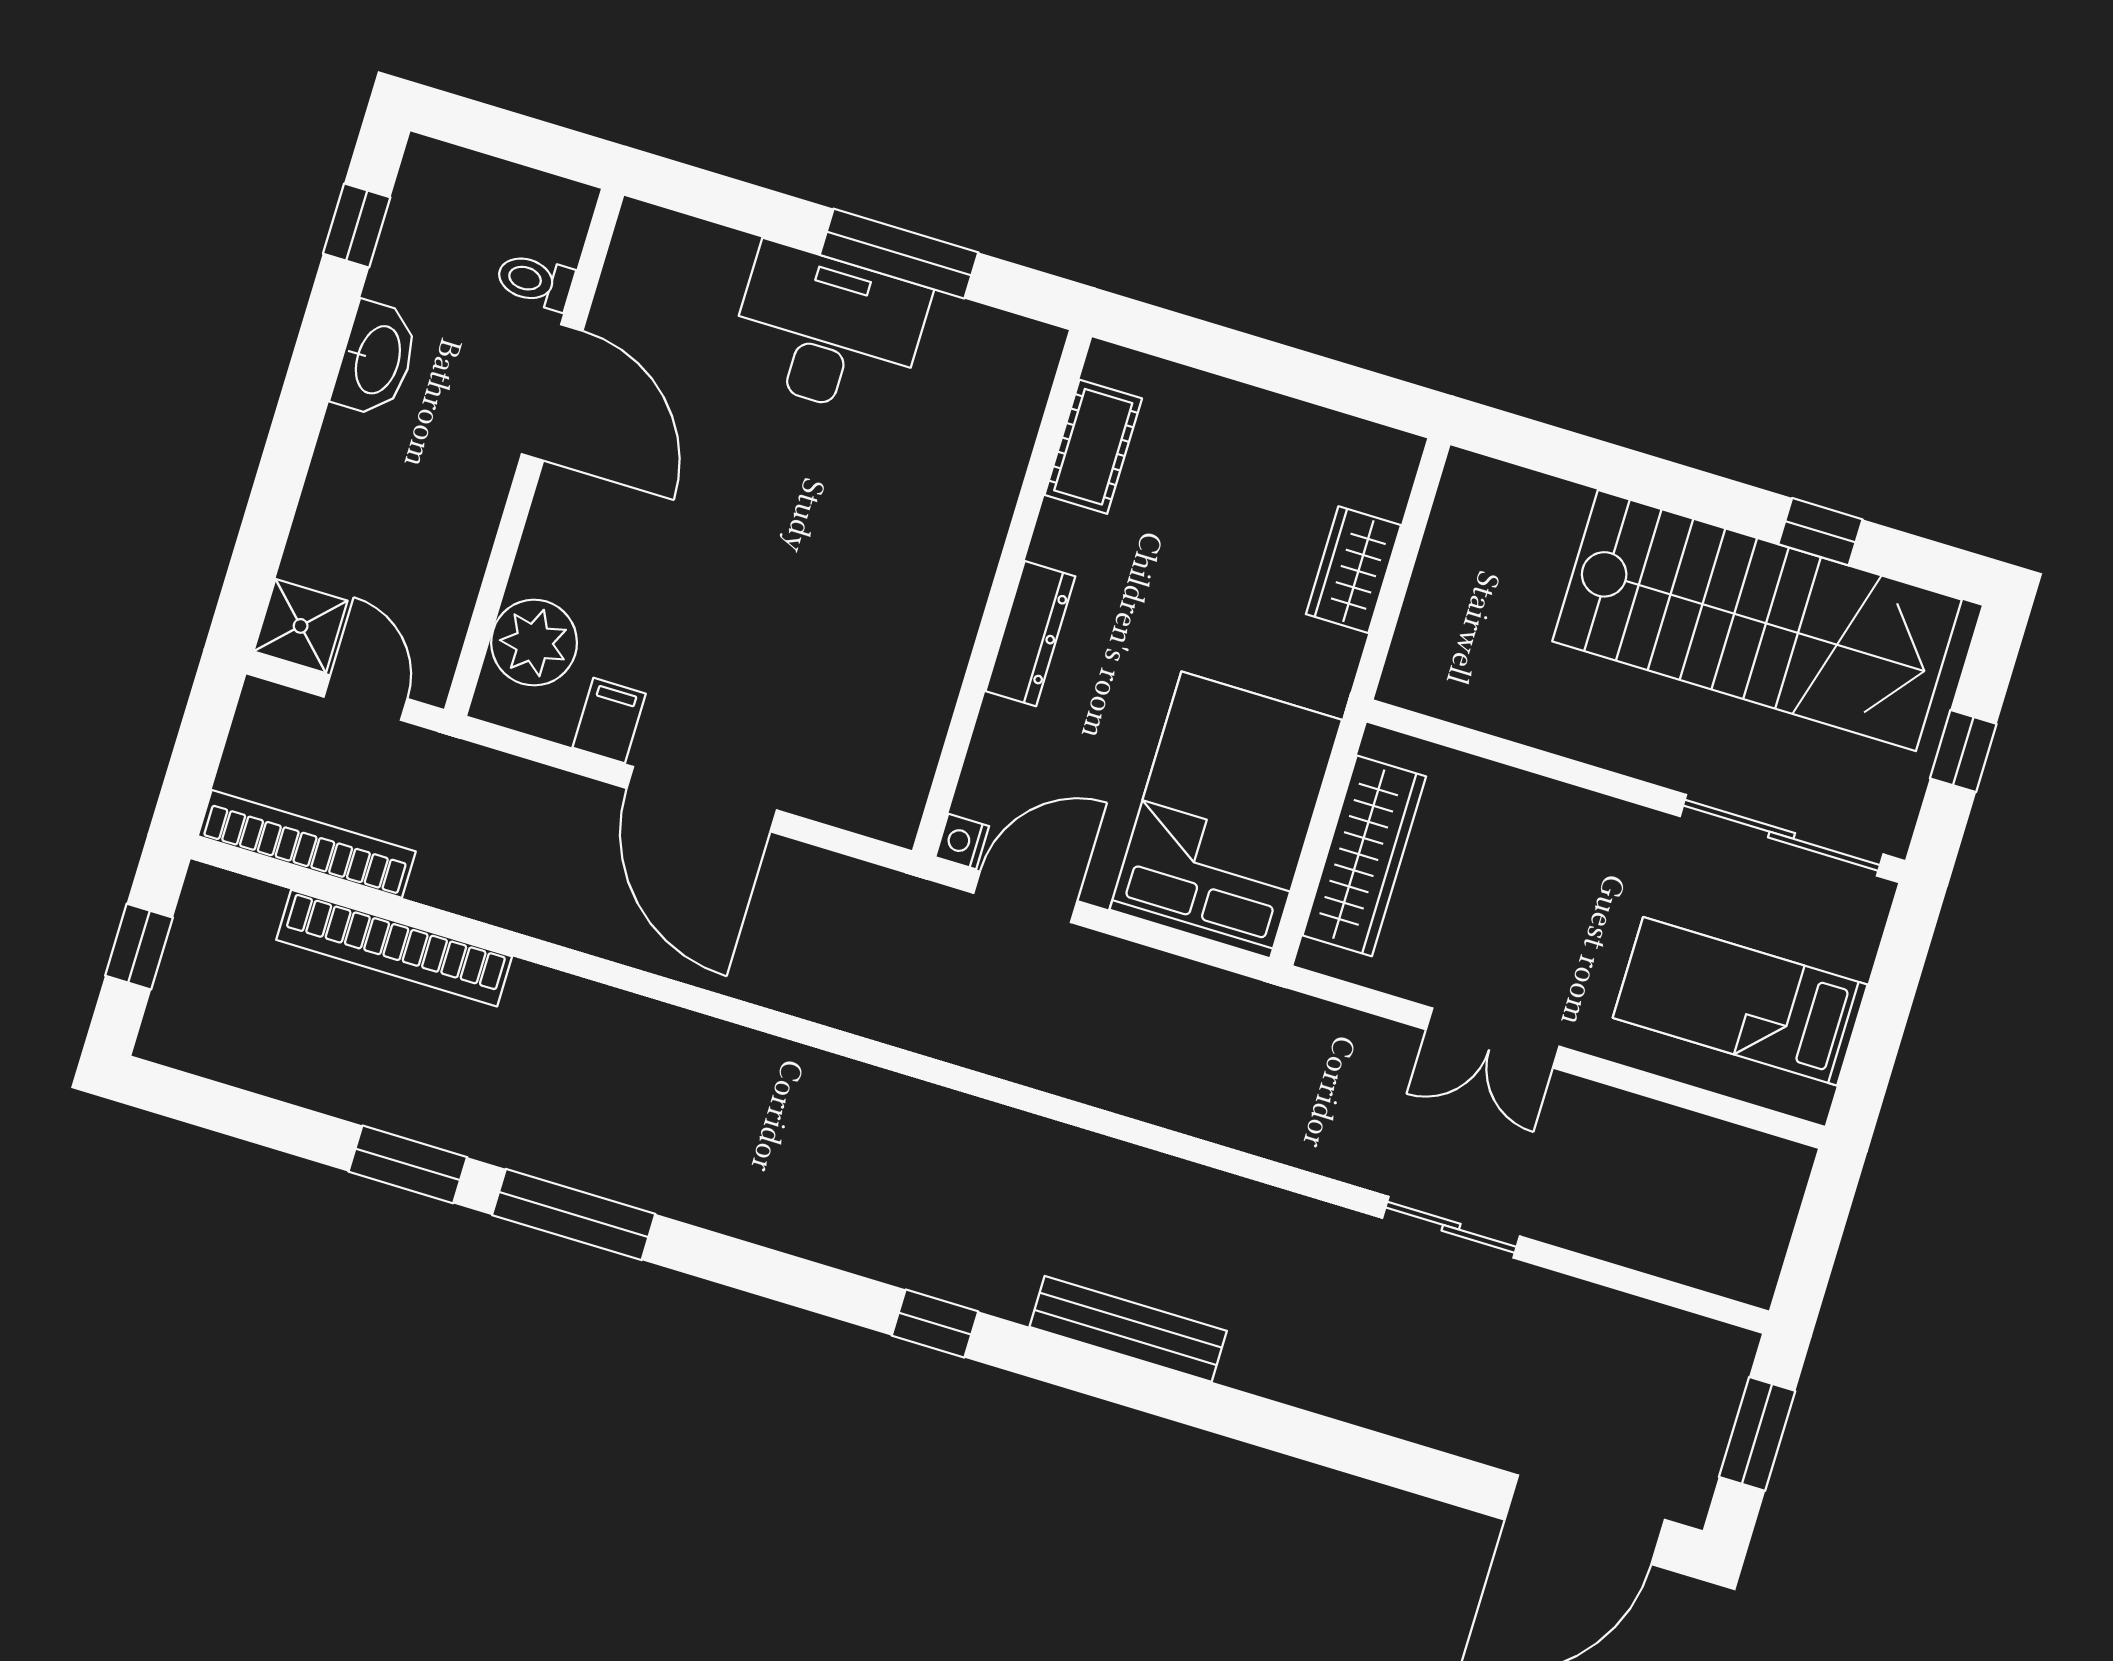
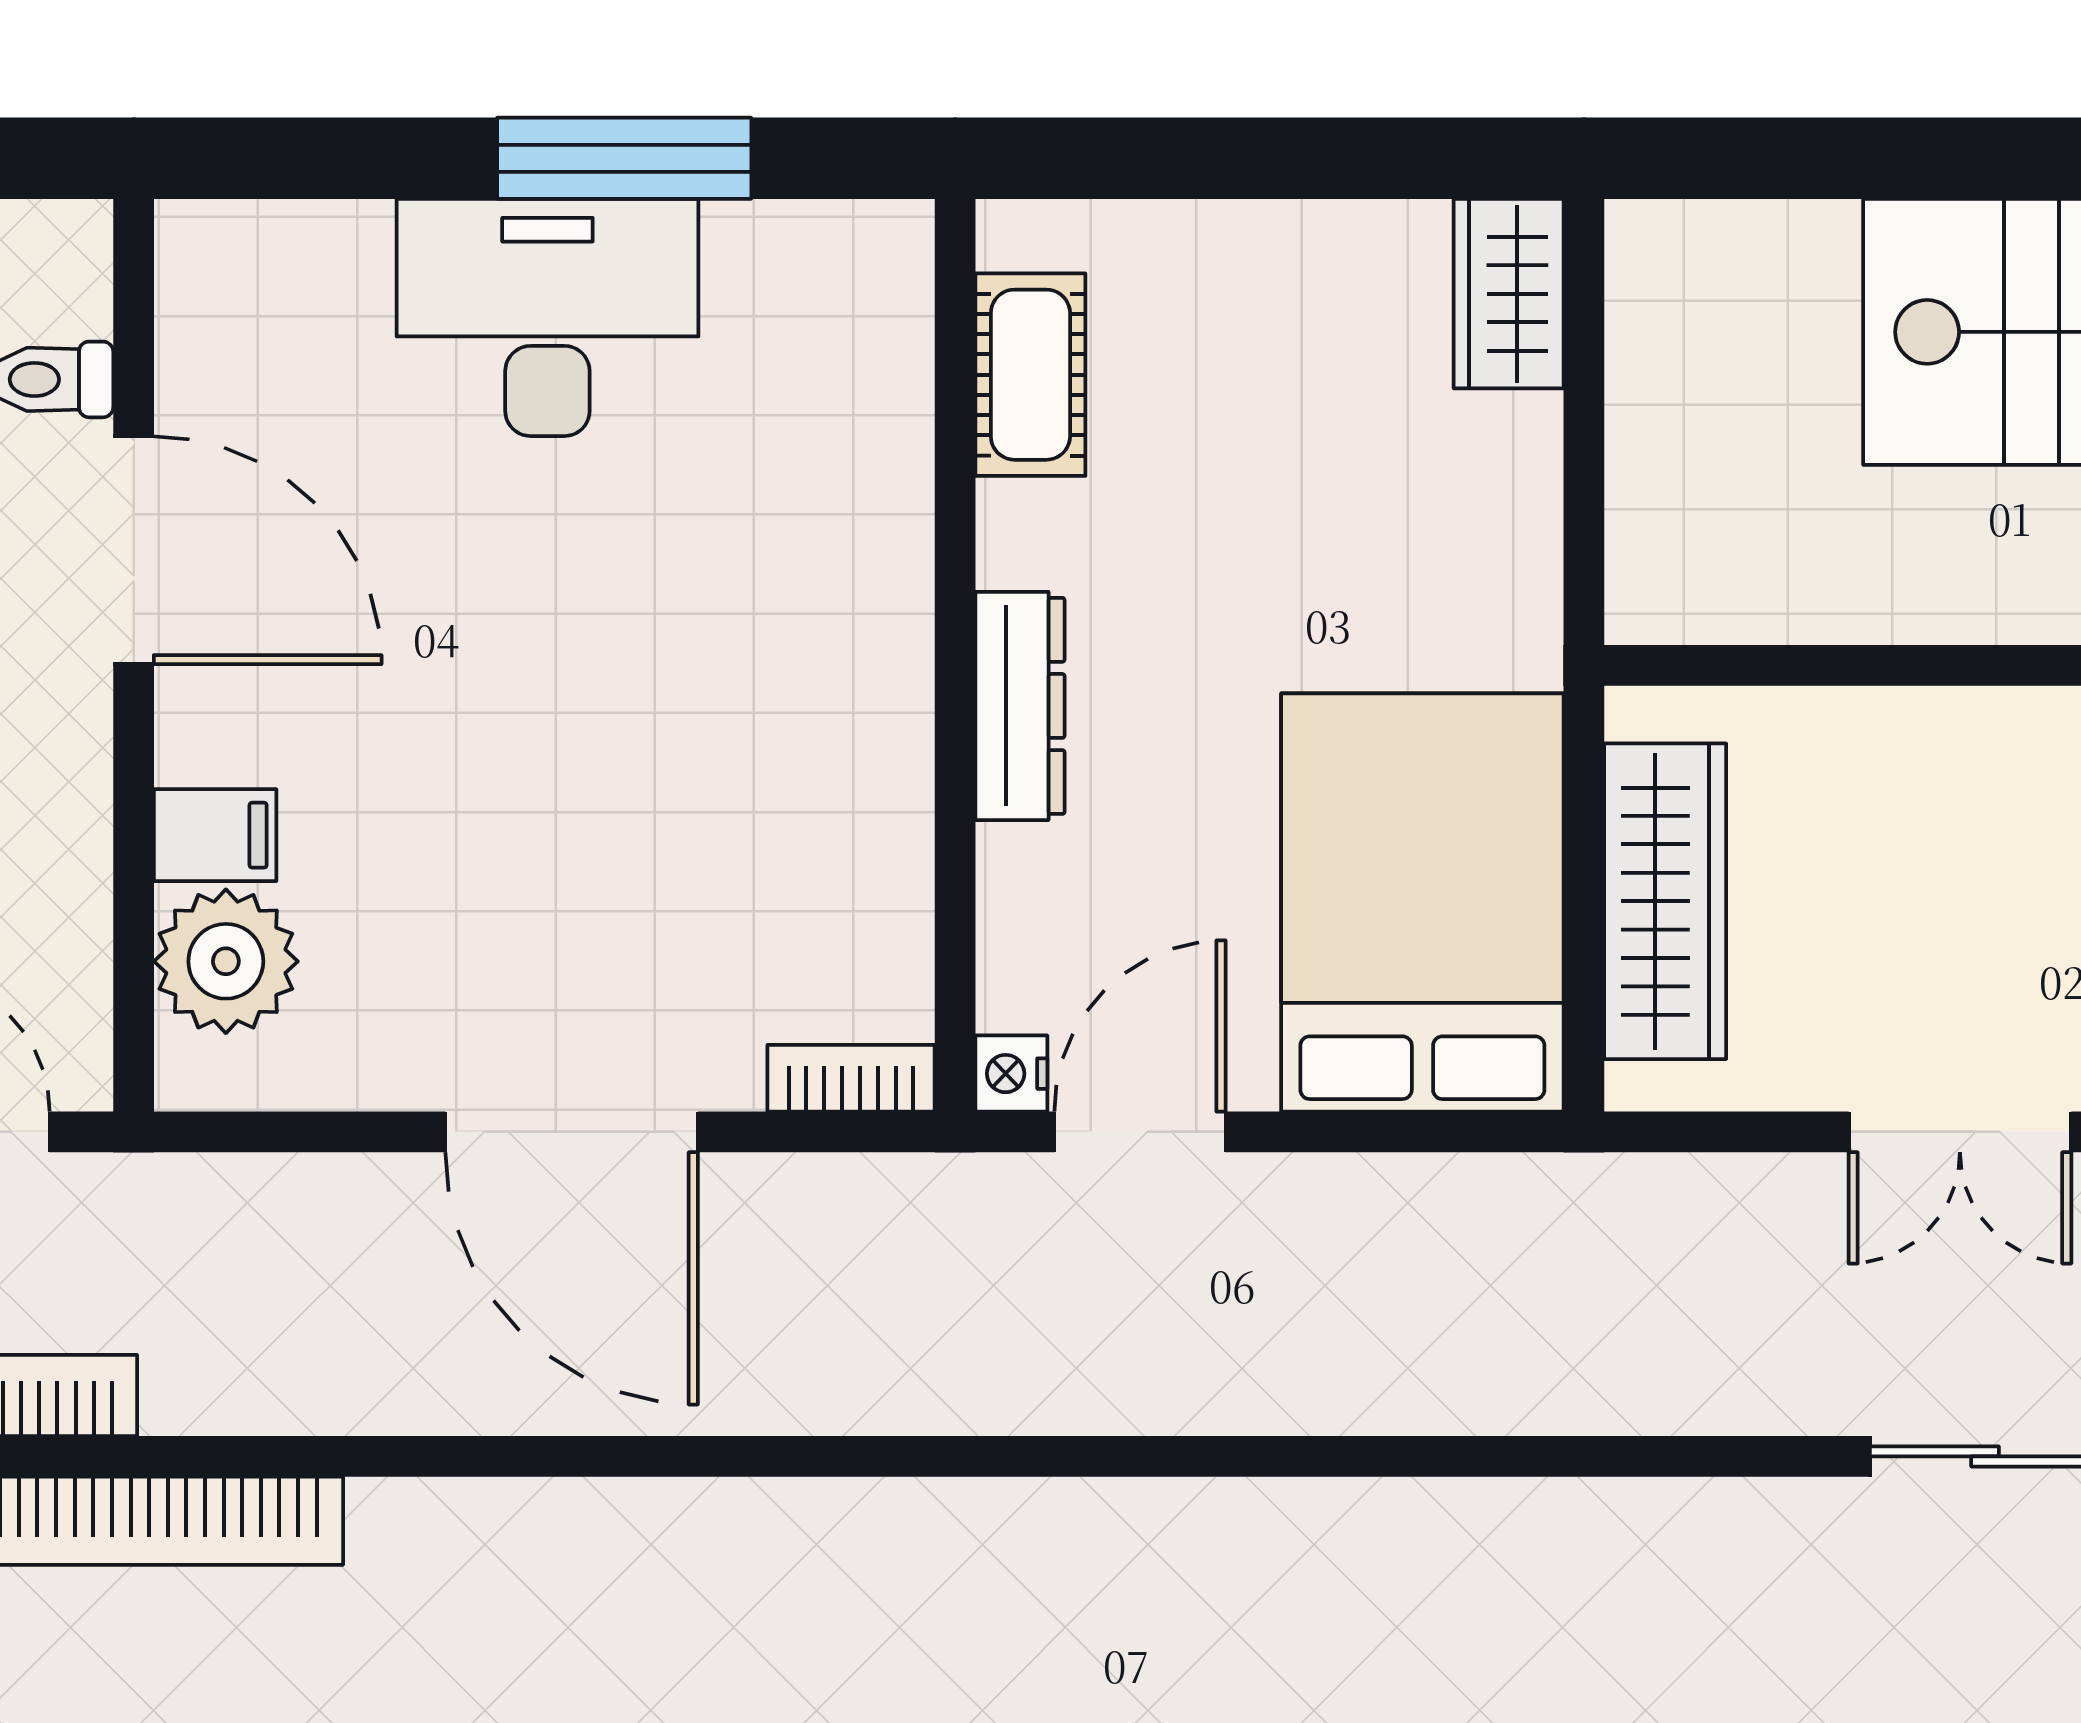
wardrobe: (1353, 570) -> (1509, 294), moved
filing cabinet: (609, 721) -> (215, 835), moved, turned 90
bookcase: (870, 817) -> (851, 1078), added

